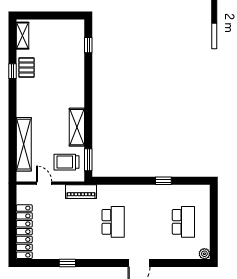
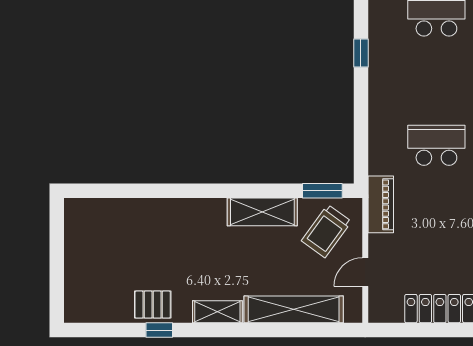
shelving: (23, 36) -> (217, 312), moved
window: (88, 45) -> (112, 191), removed
trolley: (66, 162) -> (326, 231), turned 36

